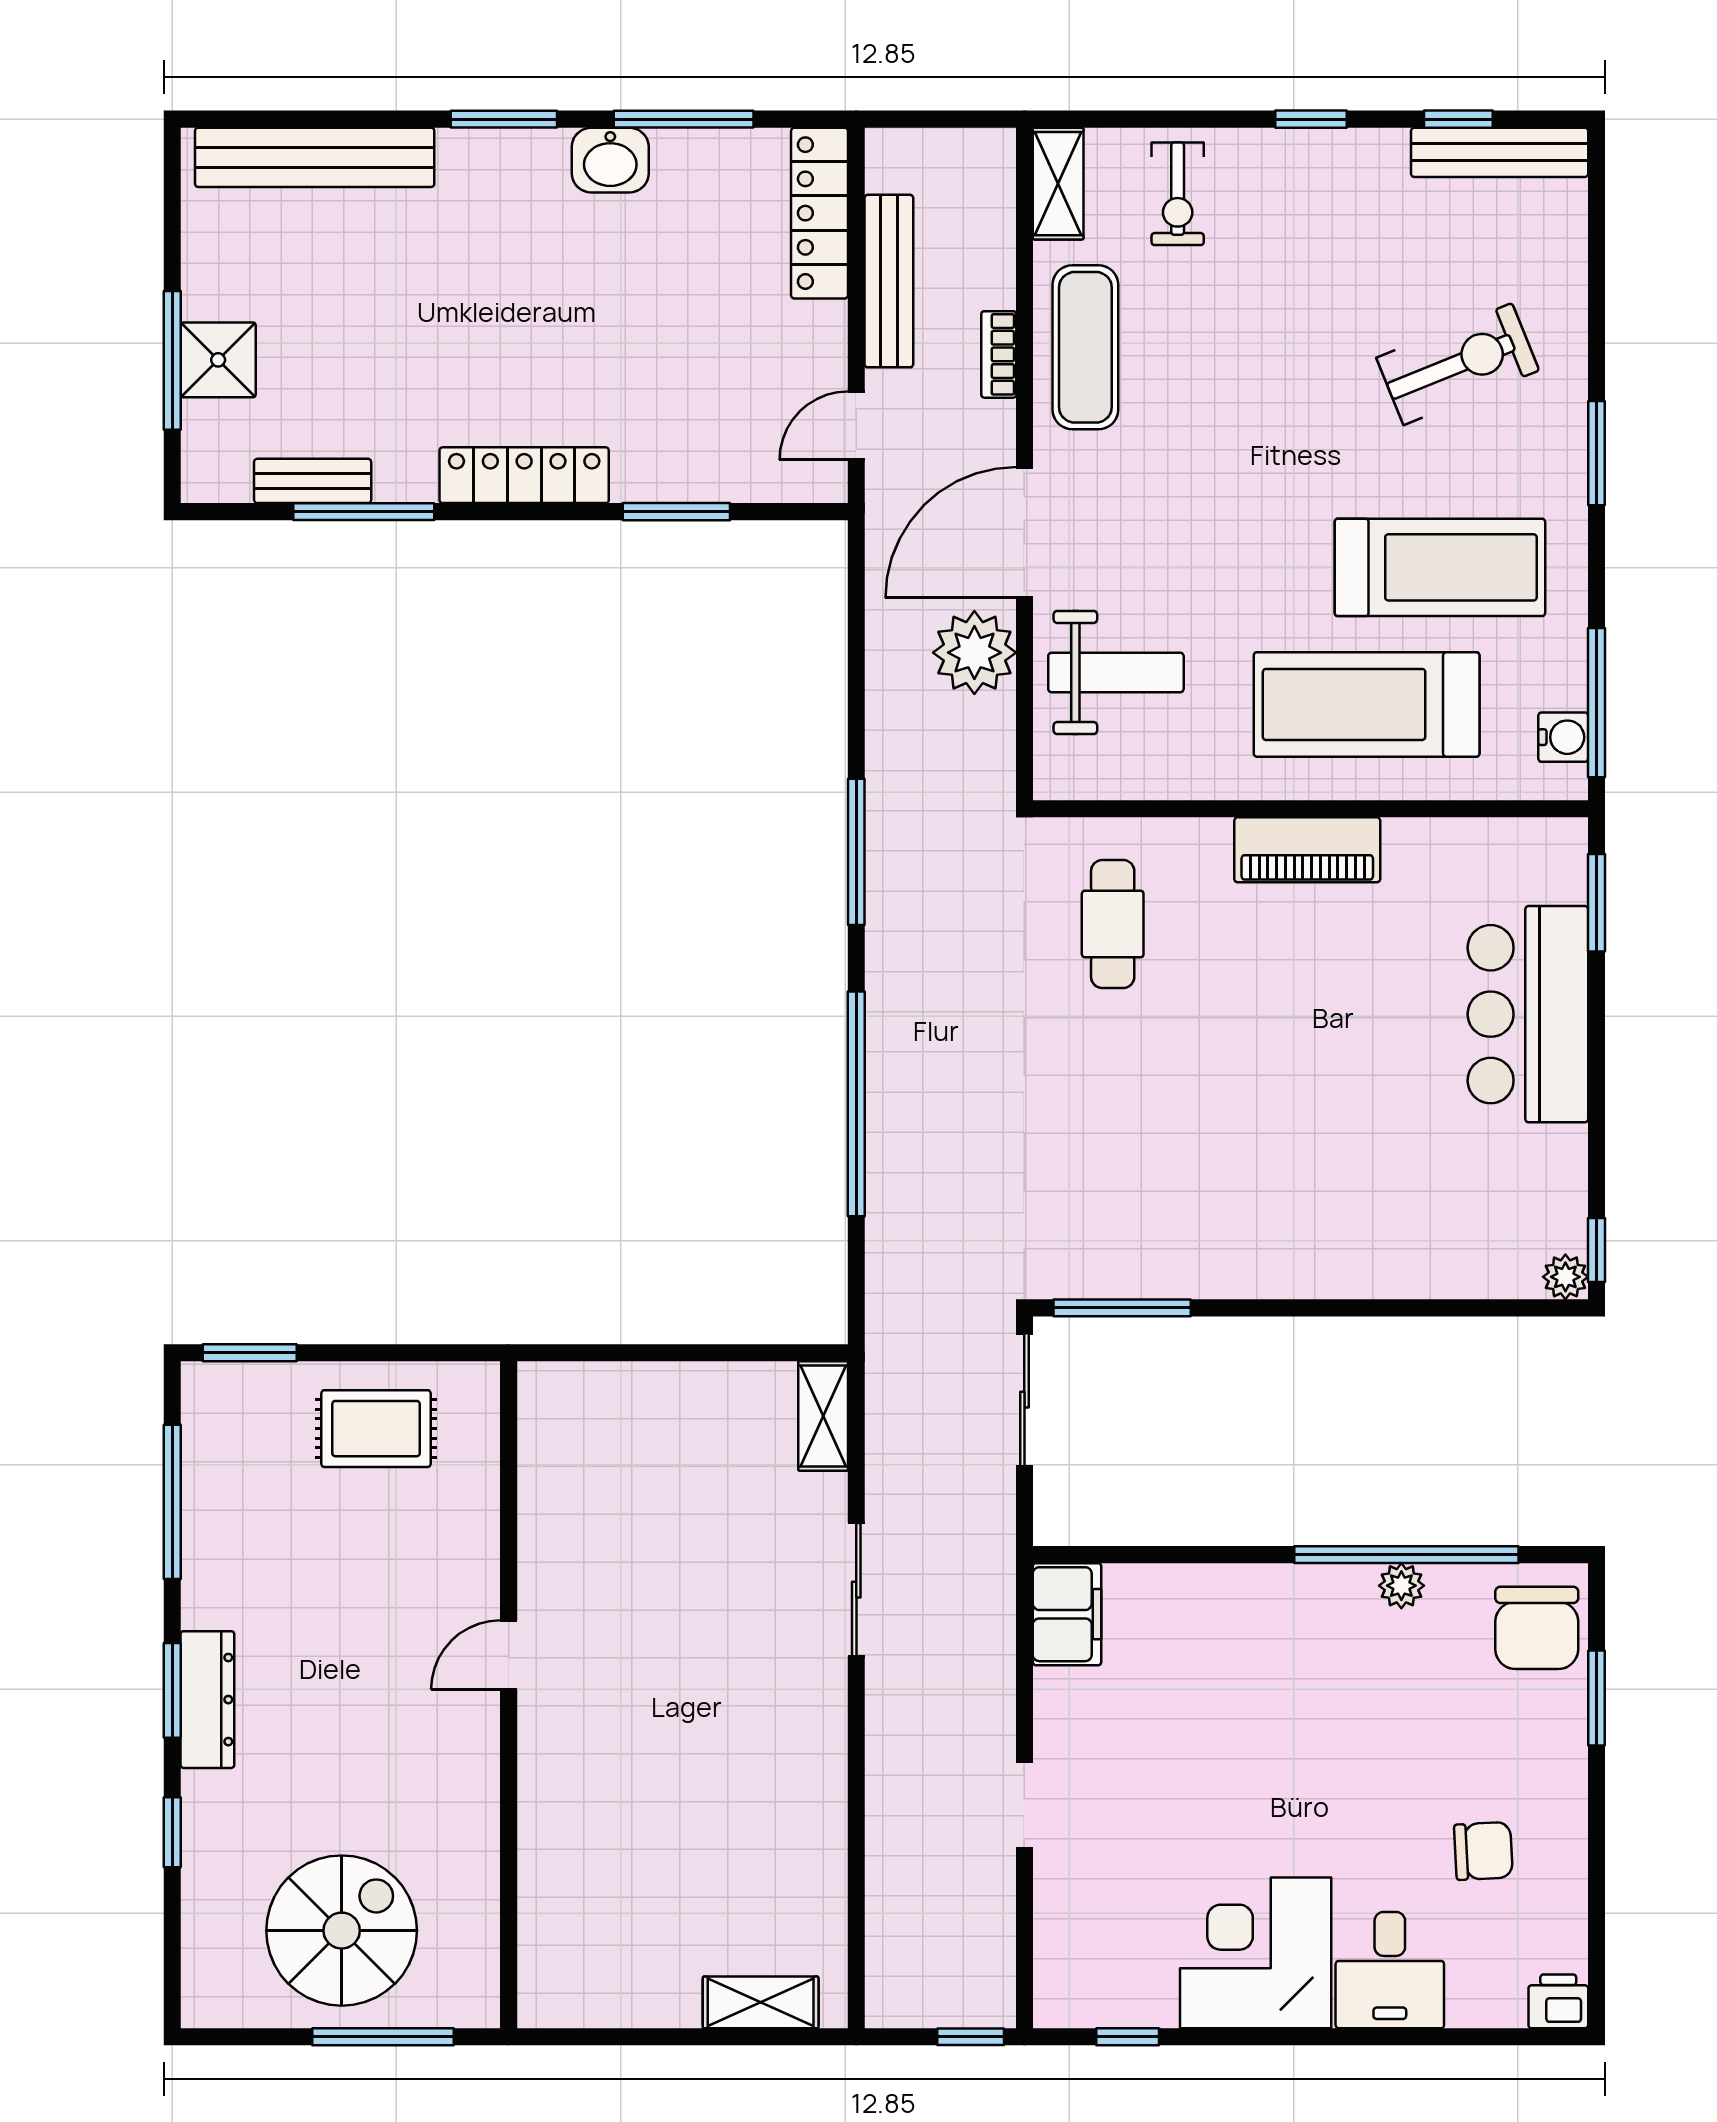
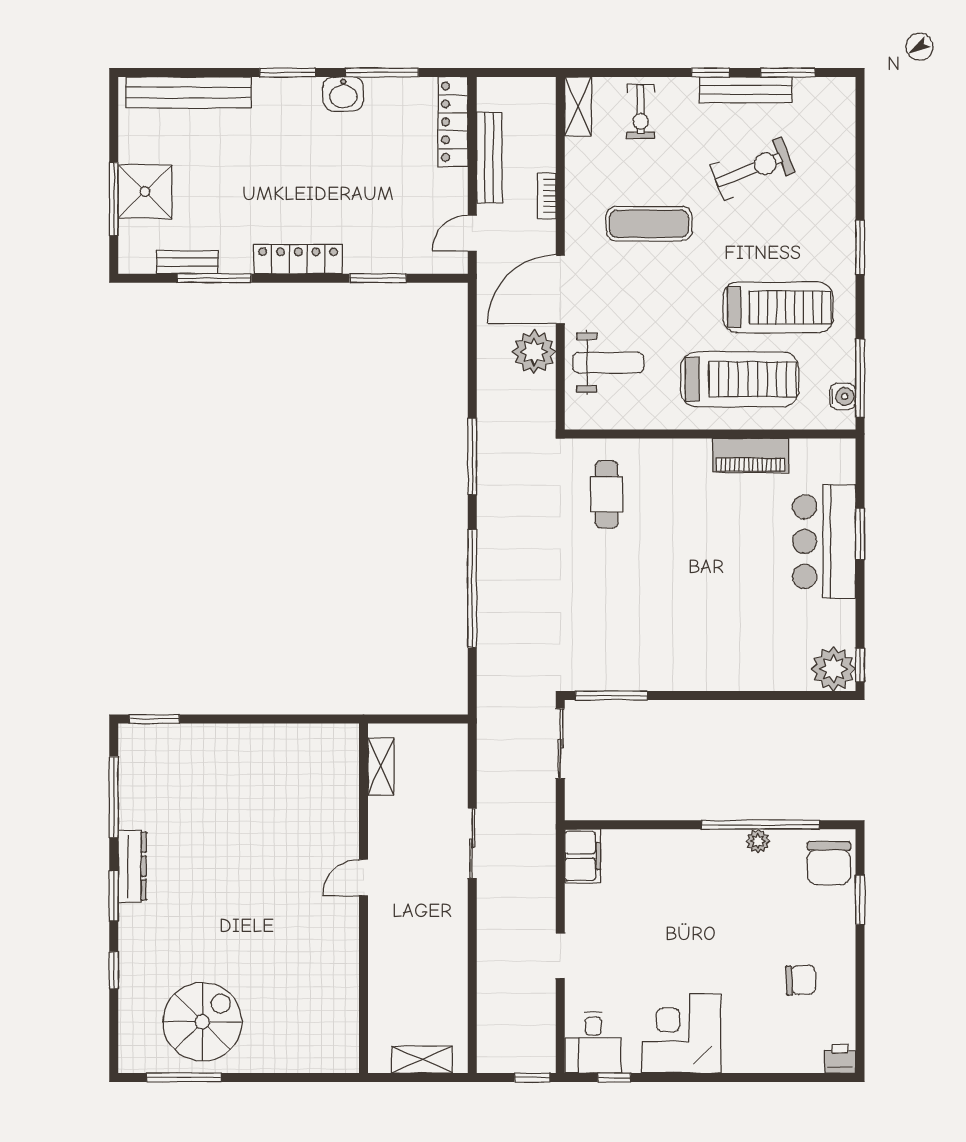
window: (1458, 119) -> (788, 73), width x1.50
bench: (1500, 152) -> (746, 90), moved
exercise mat: (1085, 347) -> (649, 224), moved, turned 90
shower: (218, 360) -> (145, 192), width x1.36, depth x1.36
exercise bike: (1458, 364) -> (752, 169), moved
treadmill: (1367, 704) -> (740, 379), turned 180
piano: (1307, 850) -> (751, 455), moved
window: (1596, 903) -> (860, 534), moved
plant: (1565, 1277) -> (833, 669), width x1.88, depth x1.88
shelving: (823, 1416) -> (381, 766), moved
rug: (376, 1429) -> (221, 759), removed
door: (509, 1655) -> (363, 877), moved
wall: (509, 1695) -> (363, 898), moved
dresser: (207, 1700) -> (132, 866), moved
desk: (1390, 1970) -> (593, 1043), moved
window: (383, 2037) -> (184, 1077), moved

